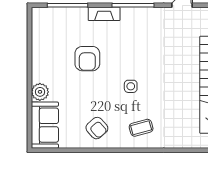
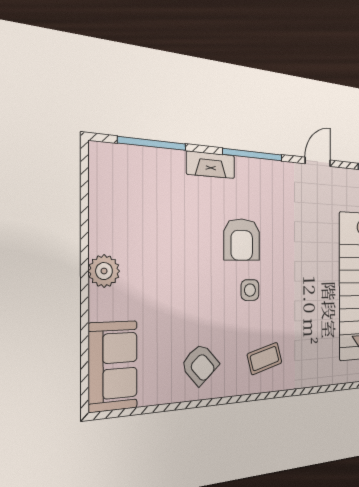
armchair: (87, 59) -> (242, 240), moved
plant: (40, 92) -> (104, 271), moved

